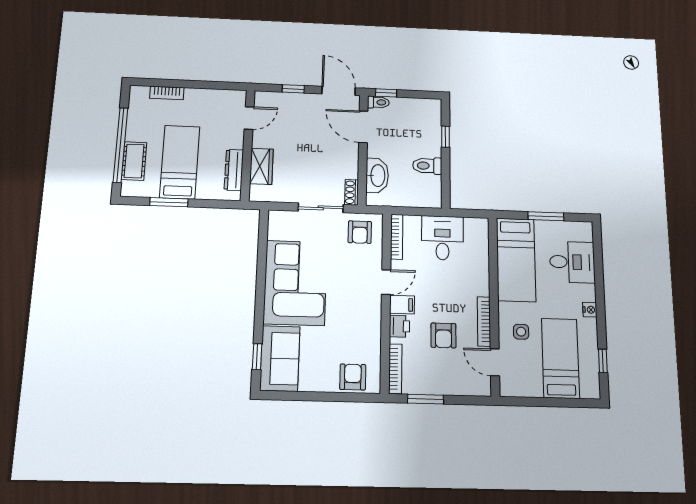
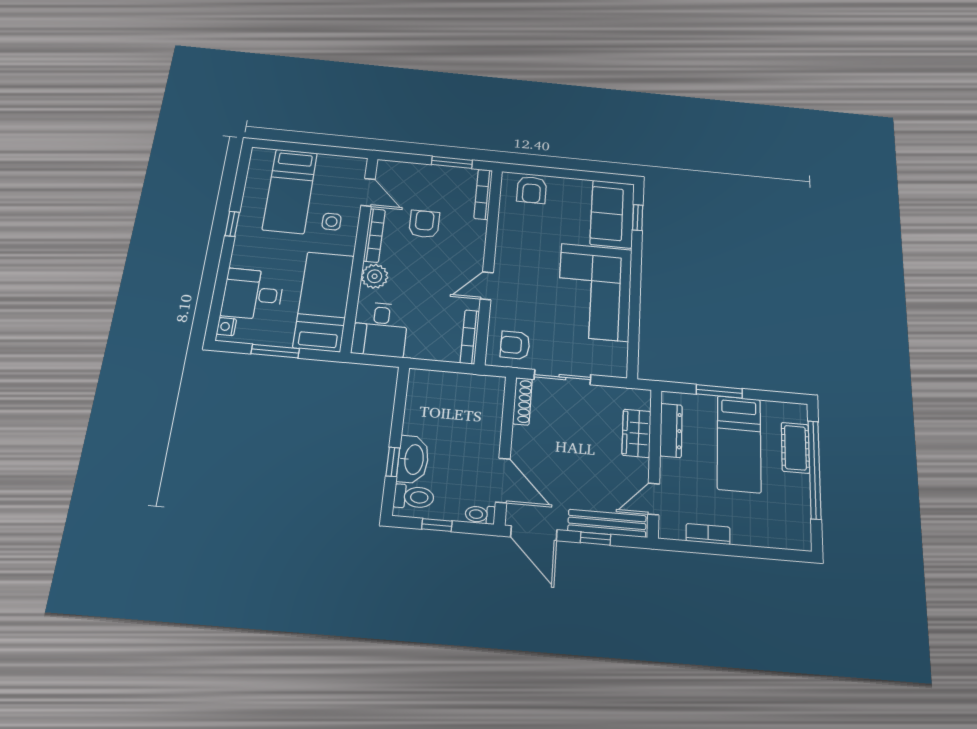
bookcase: (167, 93) -> (708, 534), moved
window: (386, 93) -> (437, 525), moved
bench: (285, 100) -> (607, 523), added
toilet: (427, 166) -> (414, 497), moved
washbasin: (377, 175) -> (413, 459), moved, turned 180
shoe rack: (351, 192) -> (522, 401), width x1.43
window: (169, 202) -> (719, 391), moved
armchair: (360, 232) -> (515, 345), turned -90
desk: (442, 238) -> (380, 329), moved
plant: (479, 284) -> (375, 276), added
filing cabinet: (402, 305) -> (470, 260), removed
nightstand: (590, 310) -> (226, 327), moved
printer: (400, 326) -> (475, 237), removed
window: (603, 361) -> (232, 224), moved

